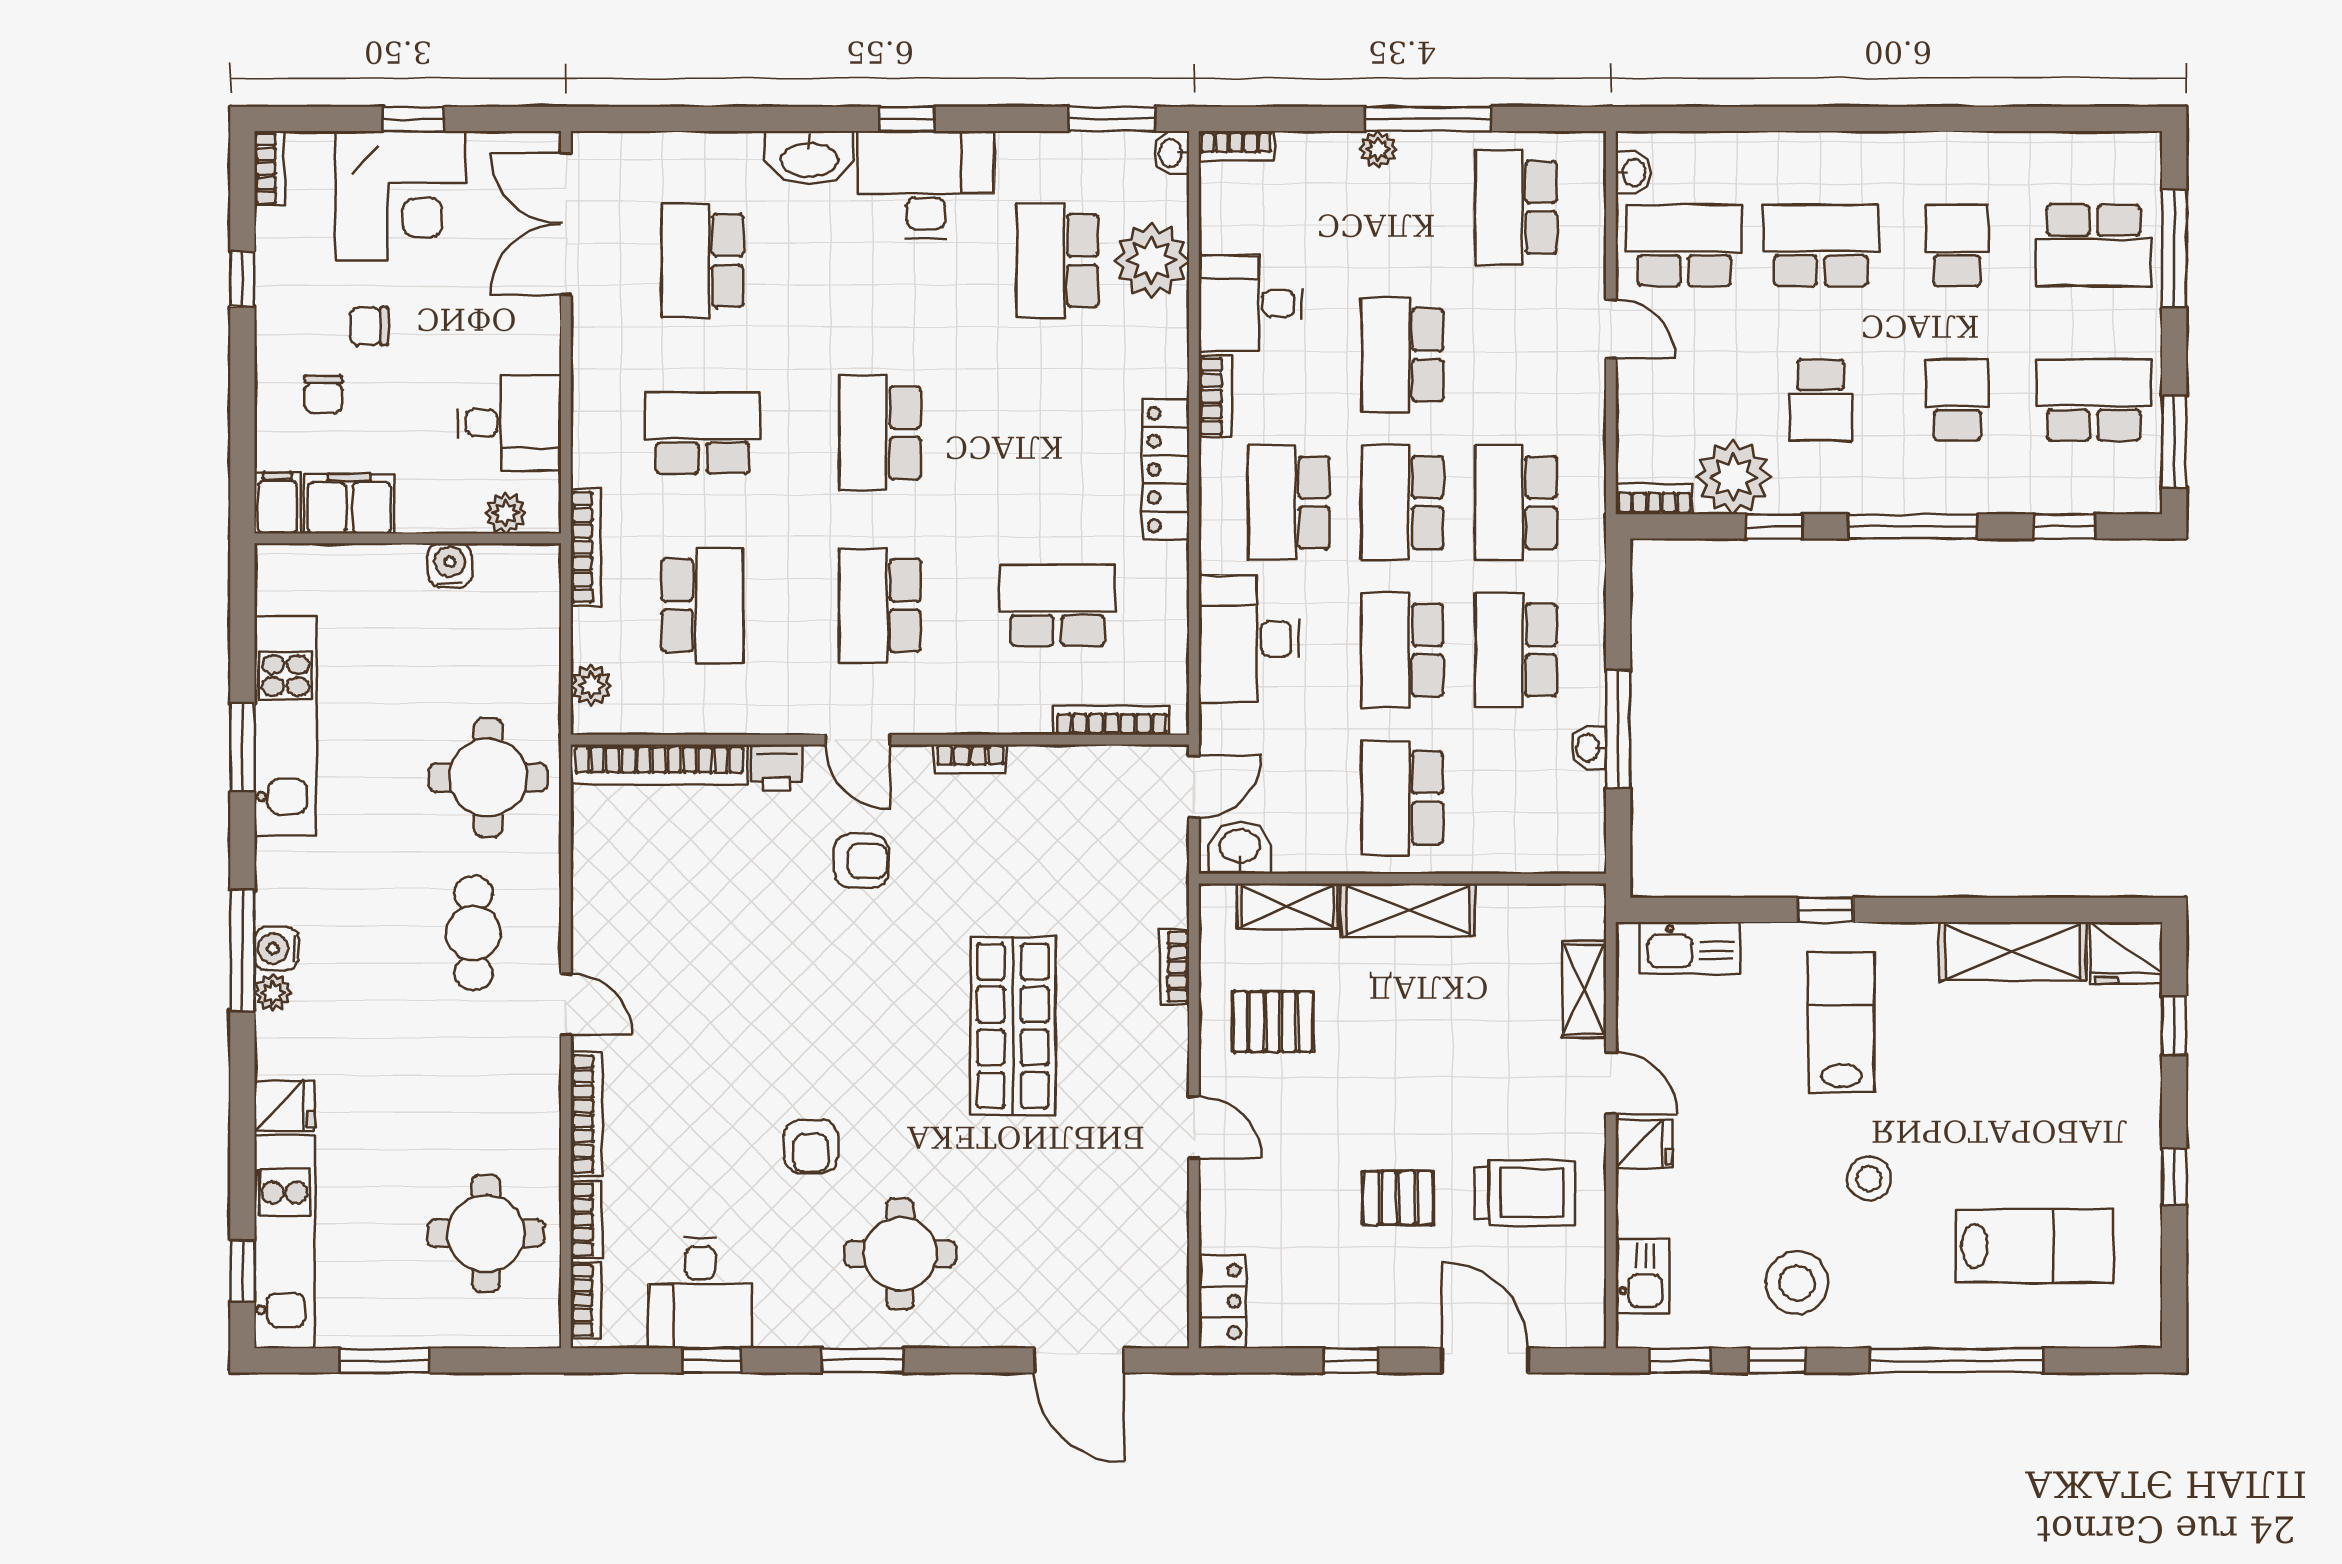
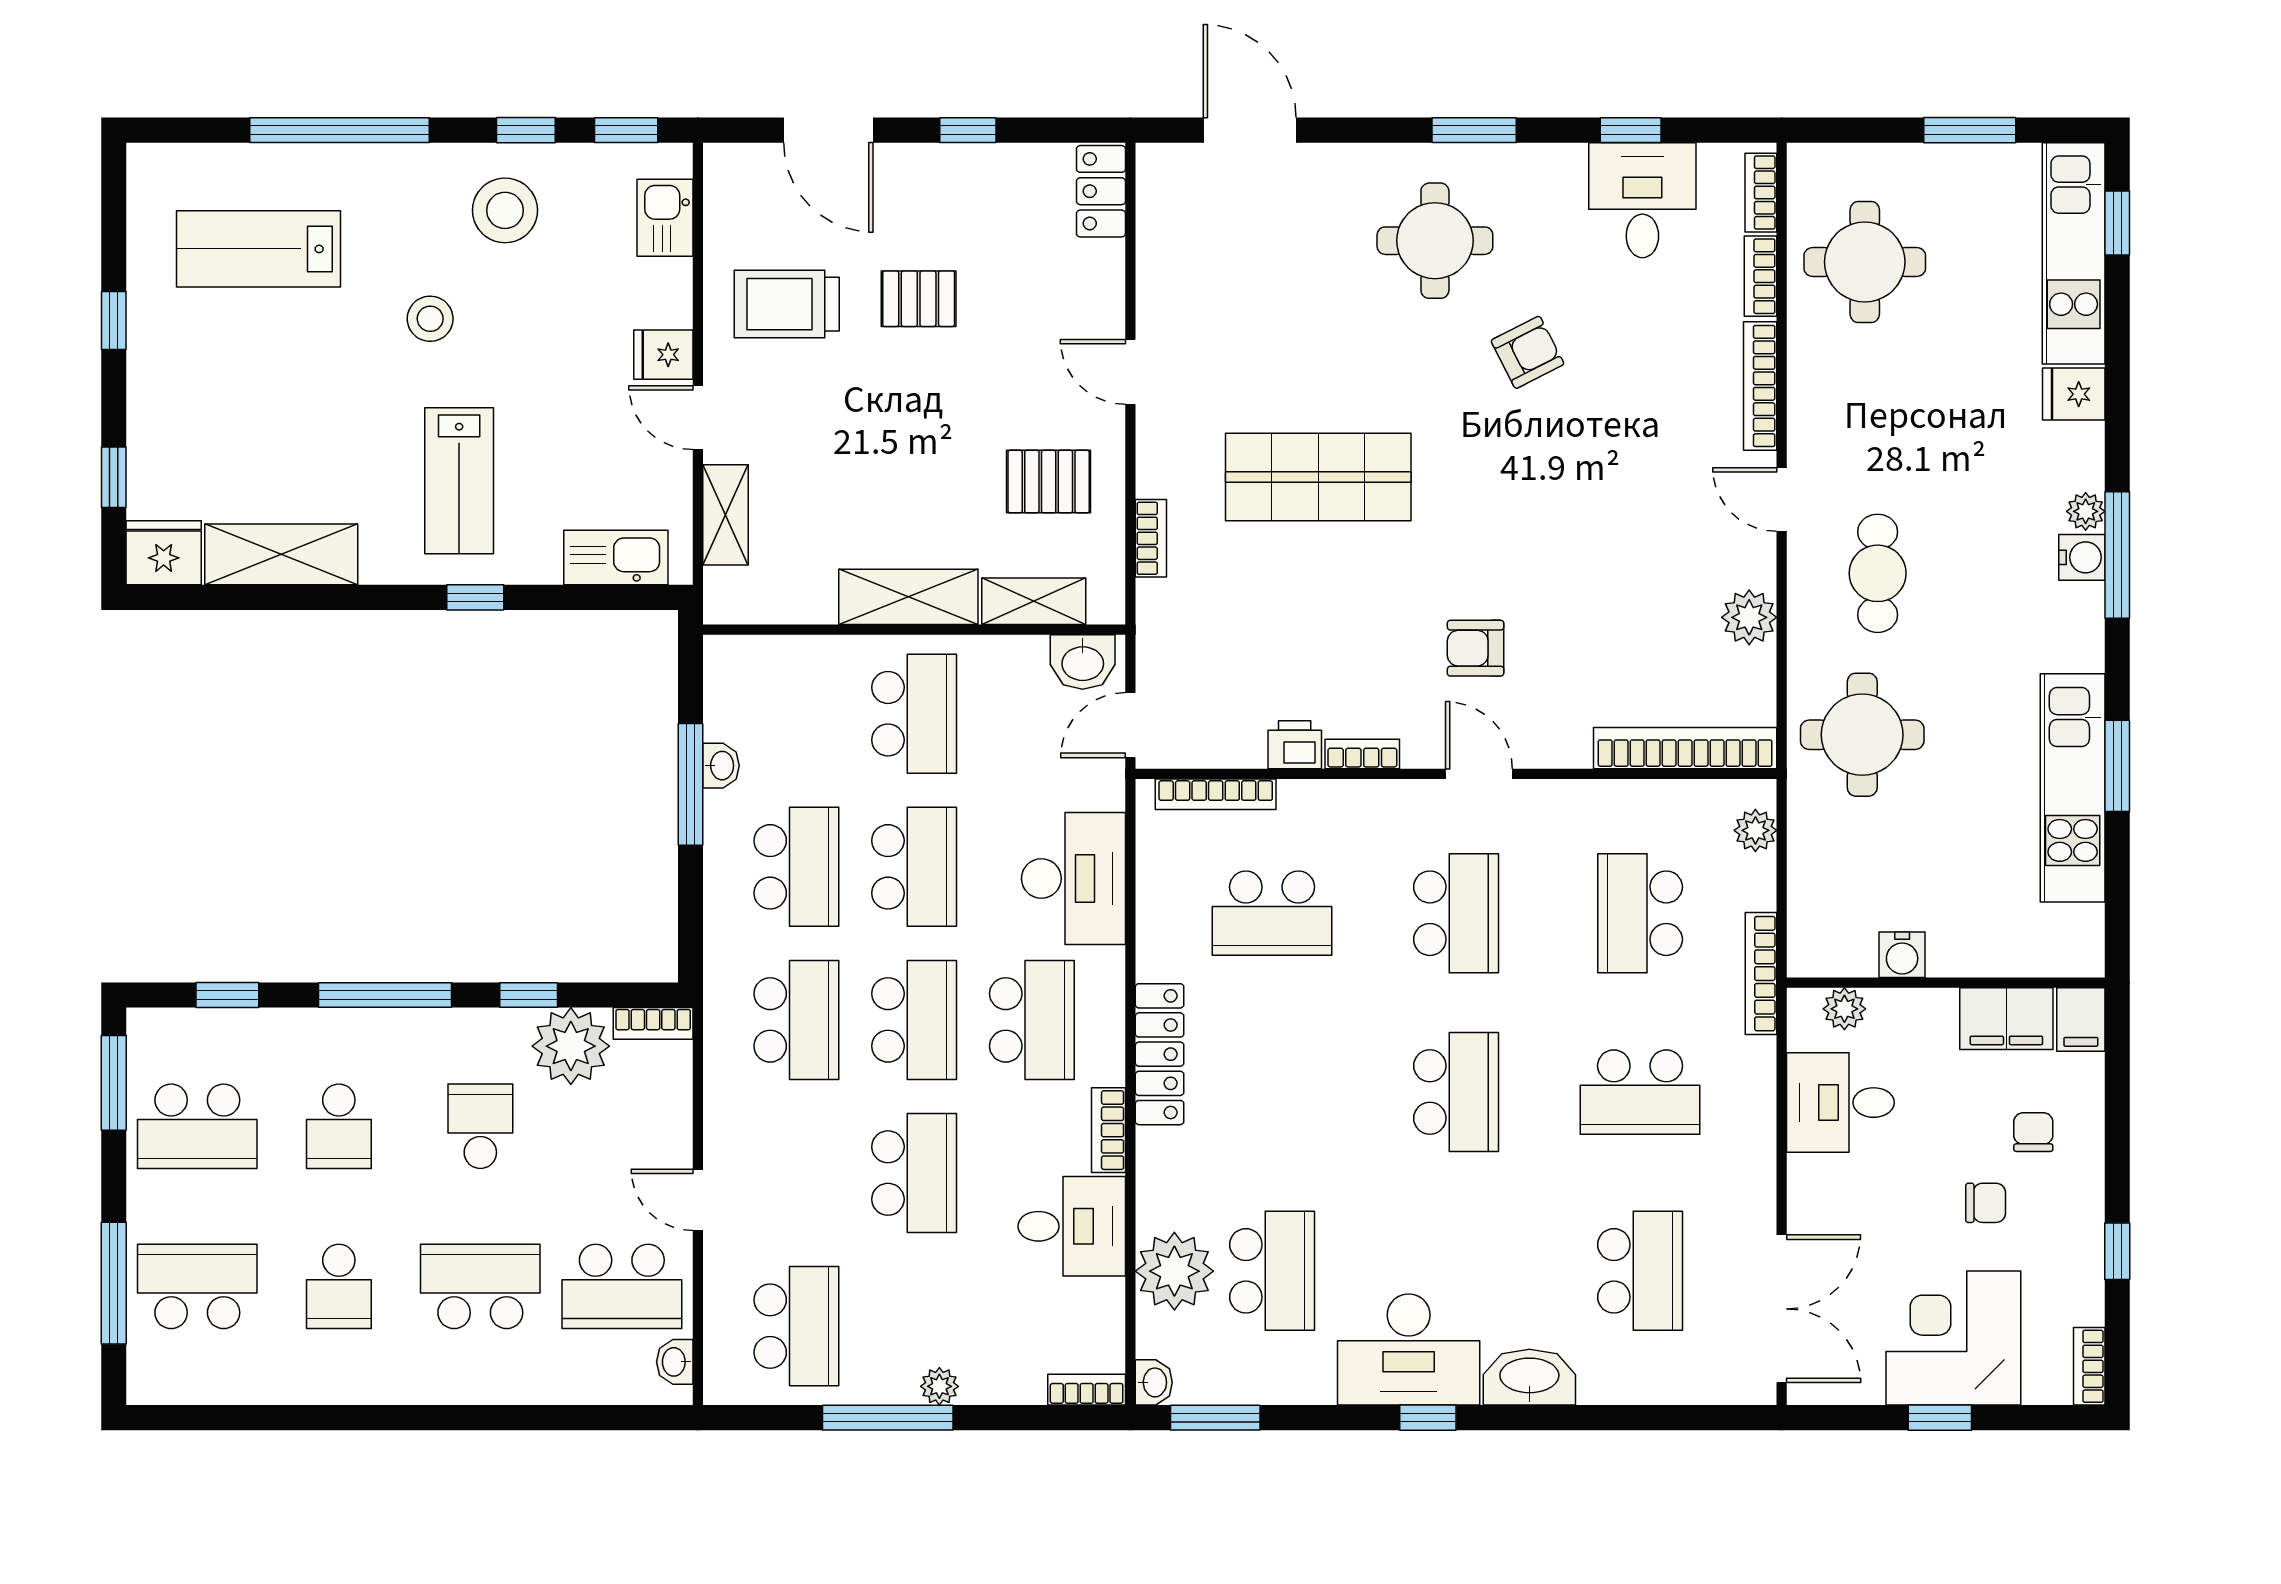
school desk: (1821, 245) -> (480, 1286), turned 180
printer: (777, 768) -> (1295, 745), moved
plant: (597, 891) -> (1749, 617), added
shop shelf: (1013, 1026) -> (1318, 477), turned 90
armchair: (811, 1146) -> (1527, 352), turned 63

